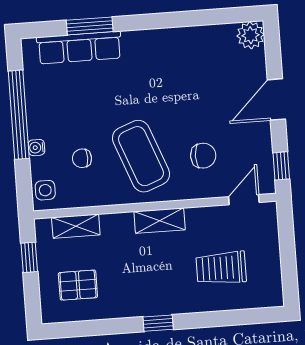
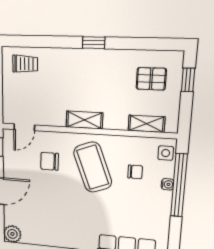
window: (19, 115) -> (179, 185), moved
window: (29, 257) -> (188, 80), moved
trolley: (221, 268) -> (25, 64), moved, width x0.73, depth x0.72

